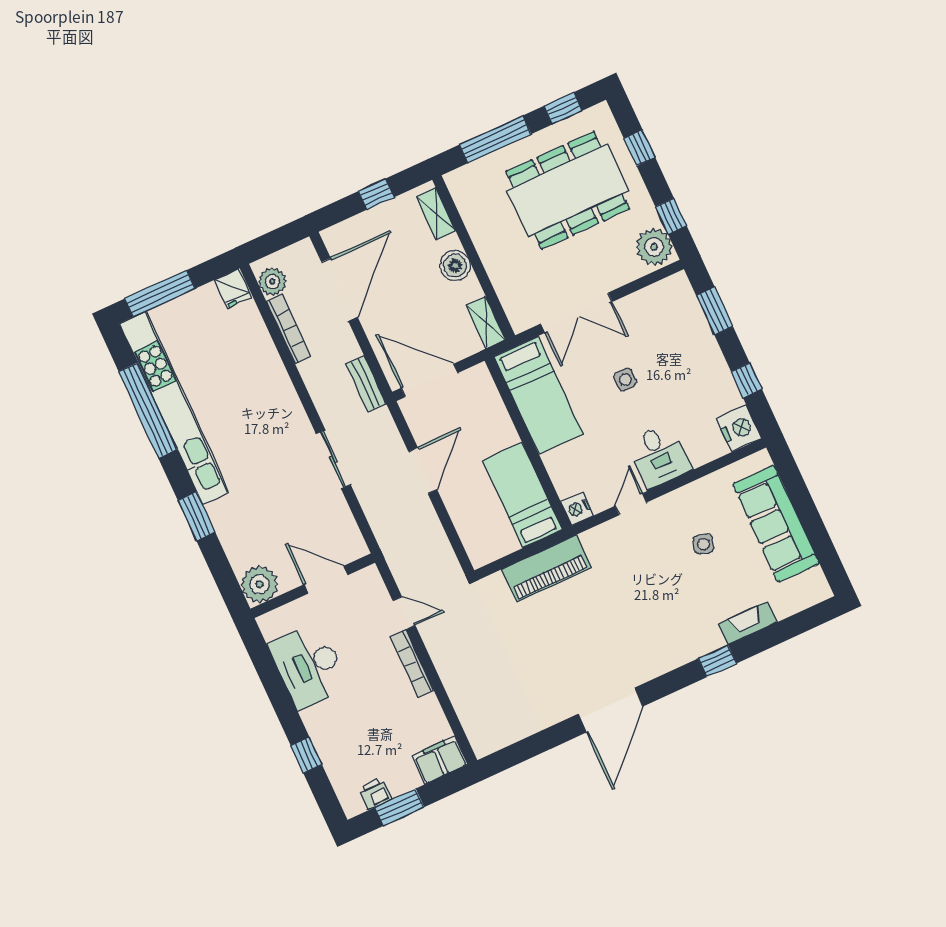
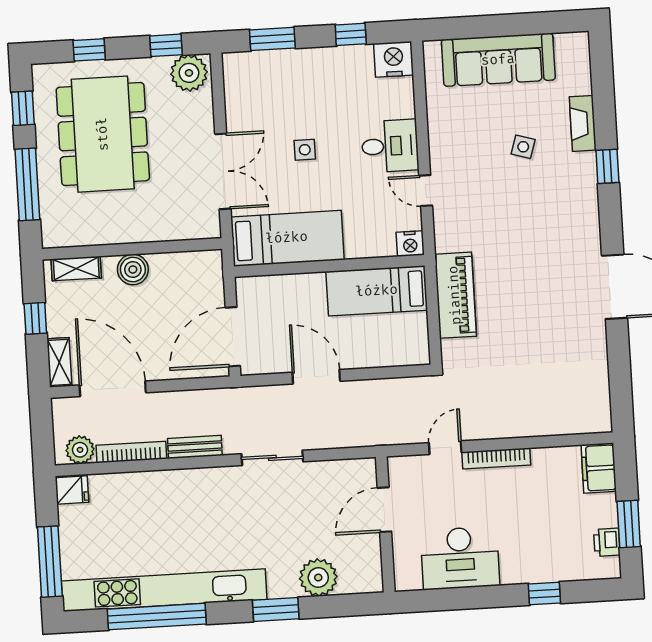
shelving: (486, 323) -> (59, 362), moved, turned 90
bench: (366, 384) -> (195, 447), moved
side table: (704, 544) -> (523, 147), moved
plant: (259, 584) -> (318, 578), moved

